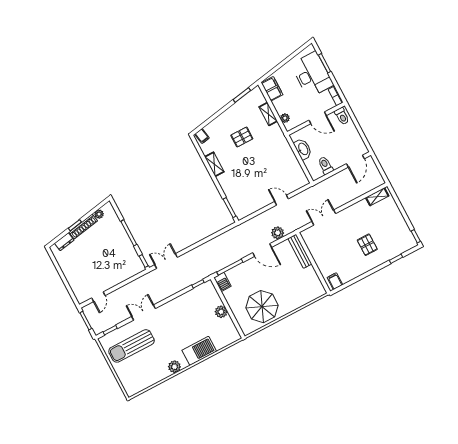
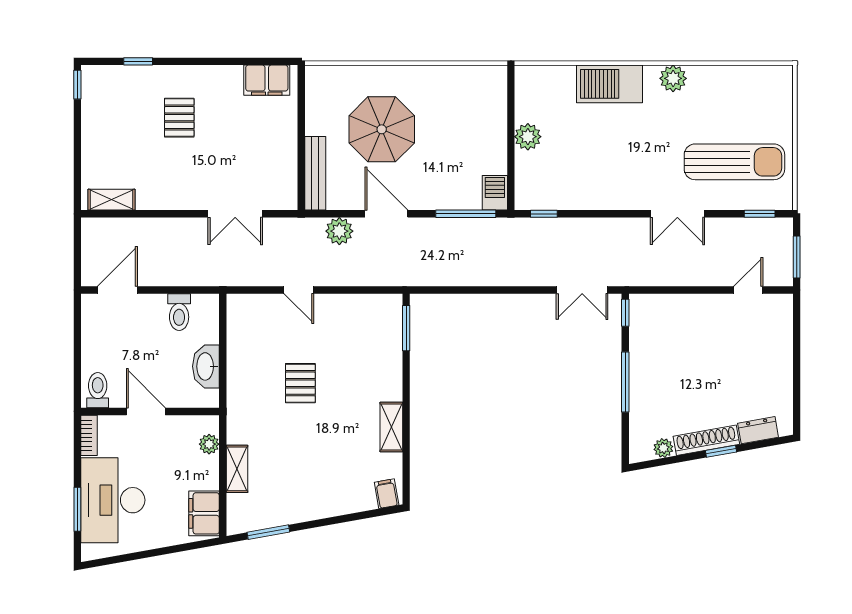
pallet: (242, 137) -> (300, 383), moved, turned 90
filing cabinet: (335, 281) -> (267, 80), width x2.00
parasol: (262, 307) -> (382, 129), moved

